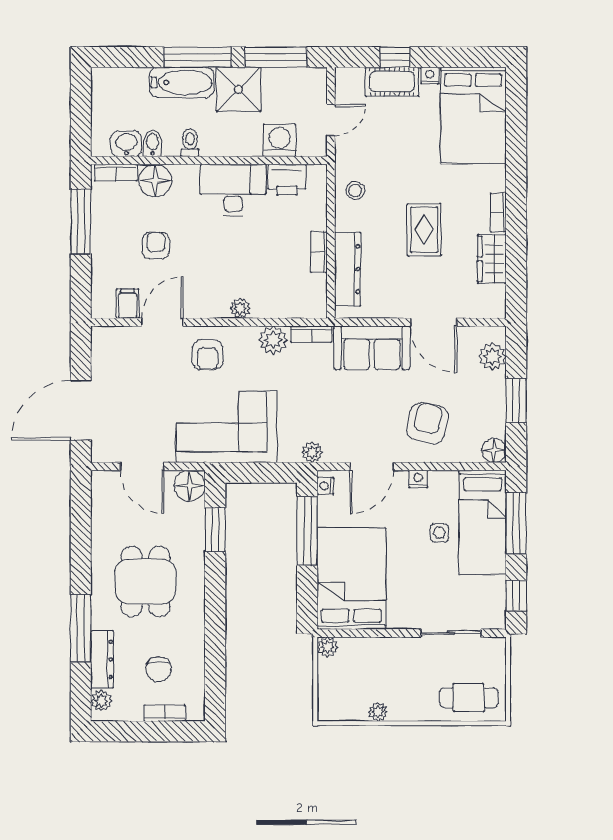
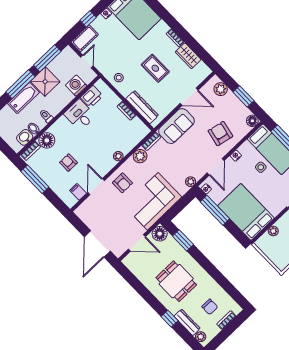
cot: (392, 82) -> (85, 38), moved
desk: (233, 190) -> (80, 115), width x0.73
window: (81, 628) -> (170, 319), width x0.46
plant: (327, 647) -> (273, 231), moved

